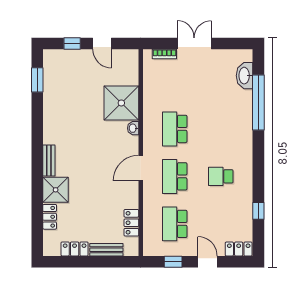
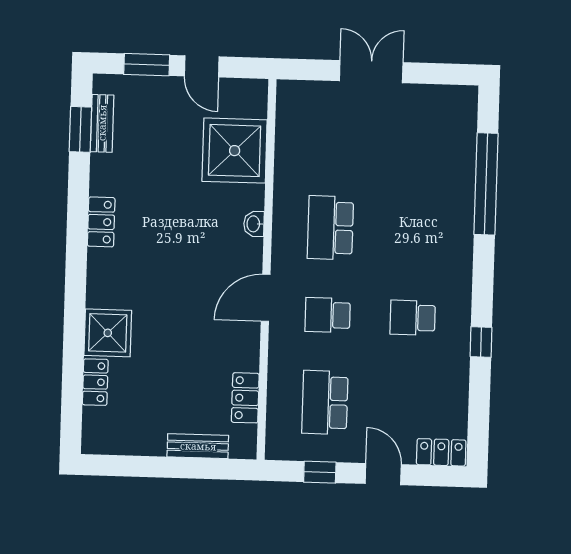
window: (72, 43) -> (147, 65), width x1.50
bookcase: (164, 54) -> (316, 89), removed
washbasin: (245, 76) -> (462, 134), removed
shower: (121, 103) -> (235, 151), moved
bench: (49, 161) -> (102, 123), moved
school desk: (175, 176) -> (328, 315), width x0.54
window: (258, 211) -> (481, 342), moved
locker: (75, 249) -> (101, 222), moved, turned 90

